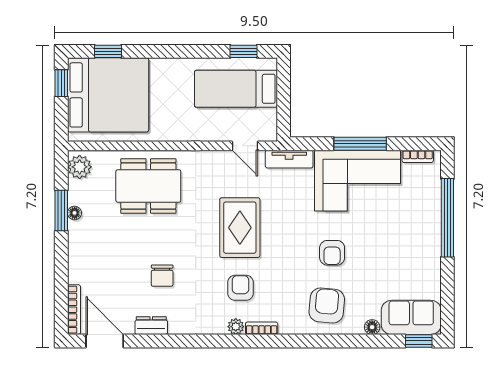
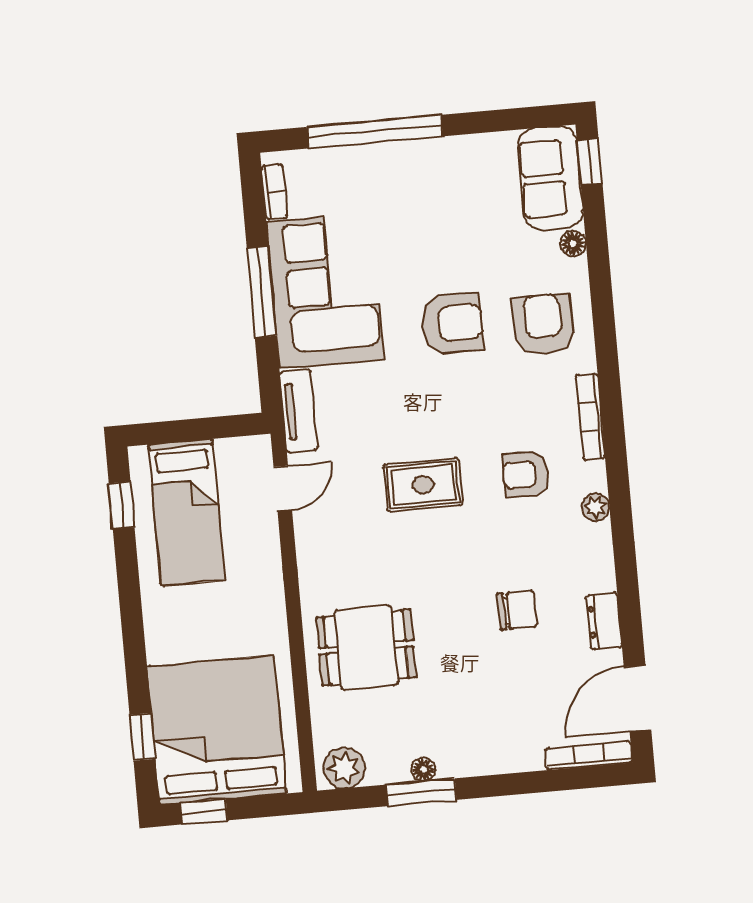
dining table: (148, 186) -> (366, 647), width x0.73
rug: (240, 228) -> (423, 485), width x0.73, depth x0.70
armchair: (332, 253) -> (452, 323), width x1.38, depth x1.38
armchair: (327, 306) -> (543, 324), turned 84
plant: (236, 327) -> (596, 507), moved
bookcase: (262, 328) -> (590, 417), width x1.56

